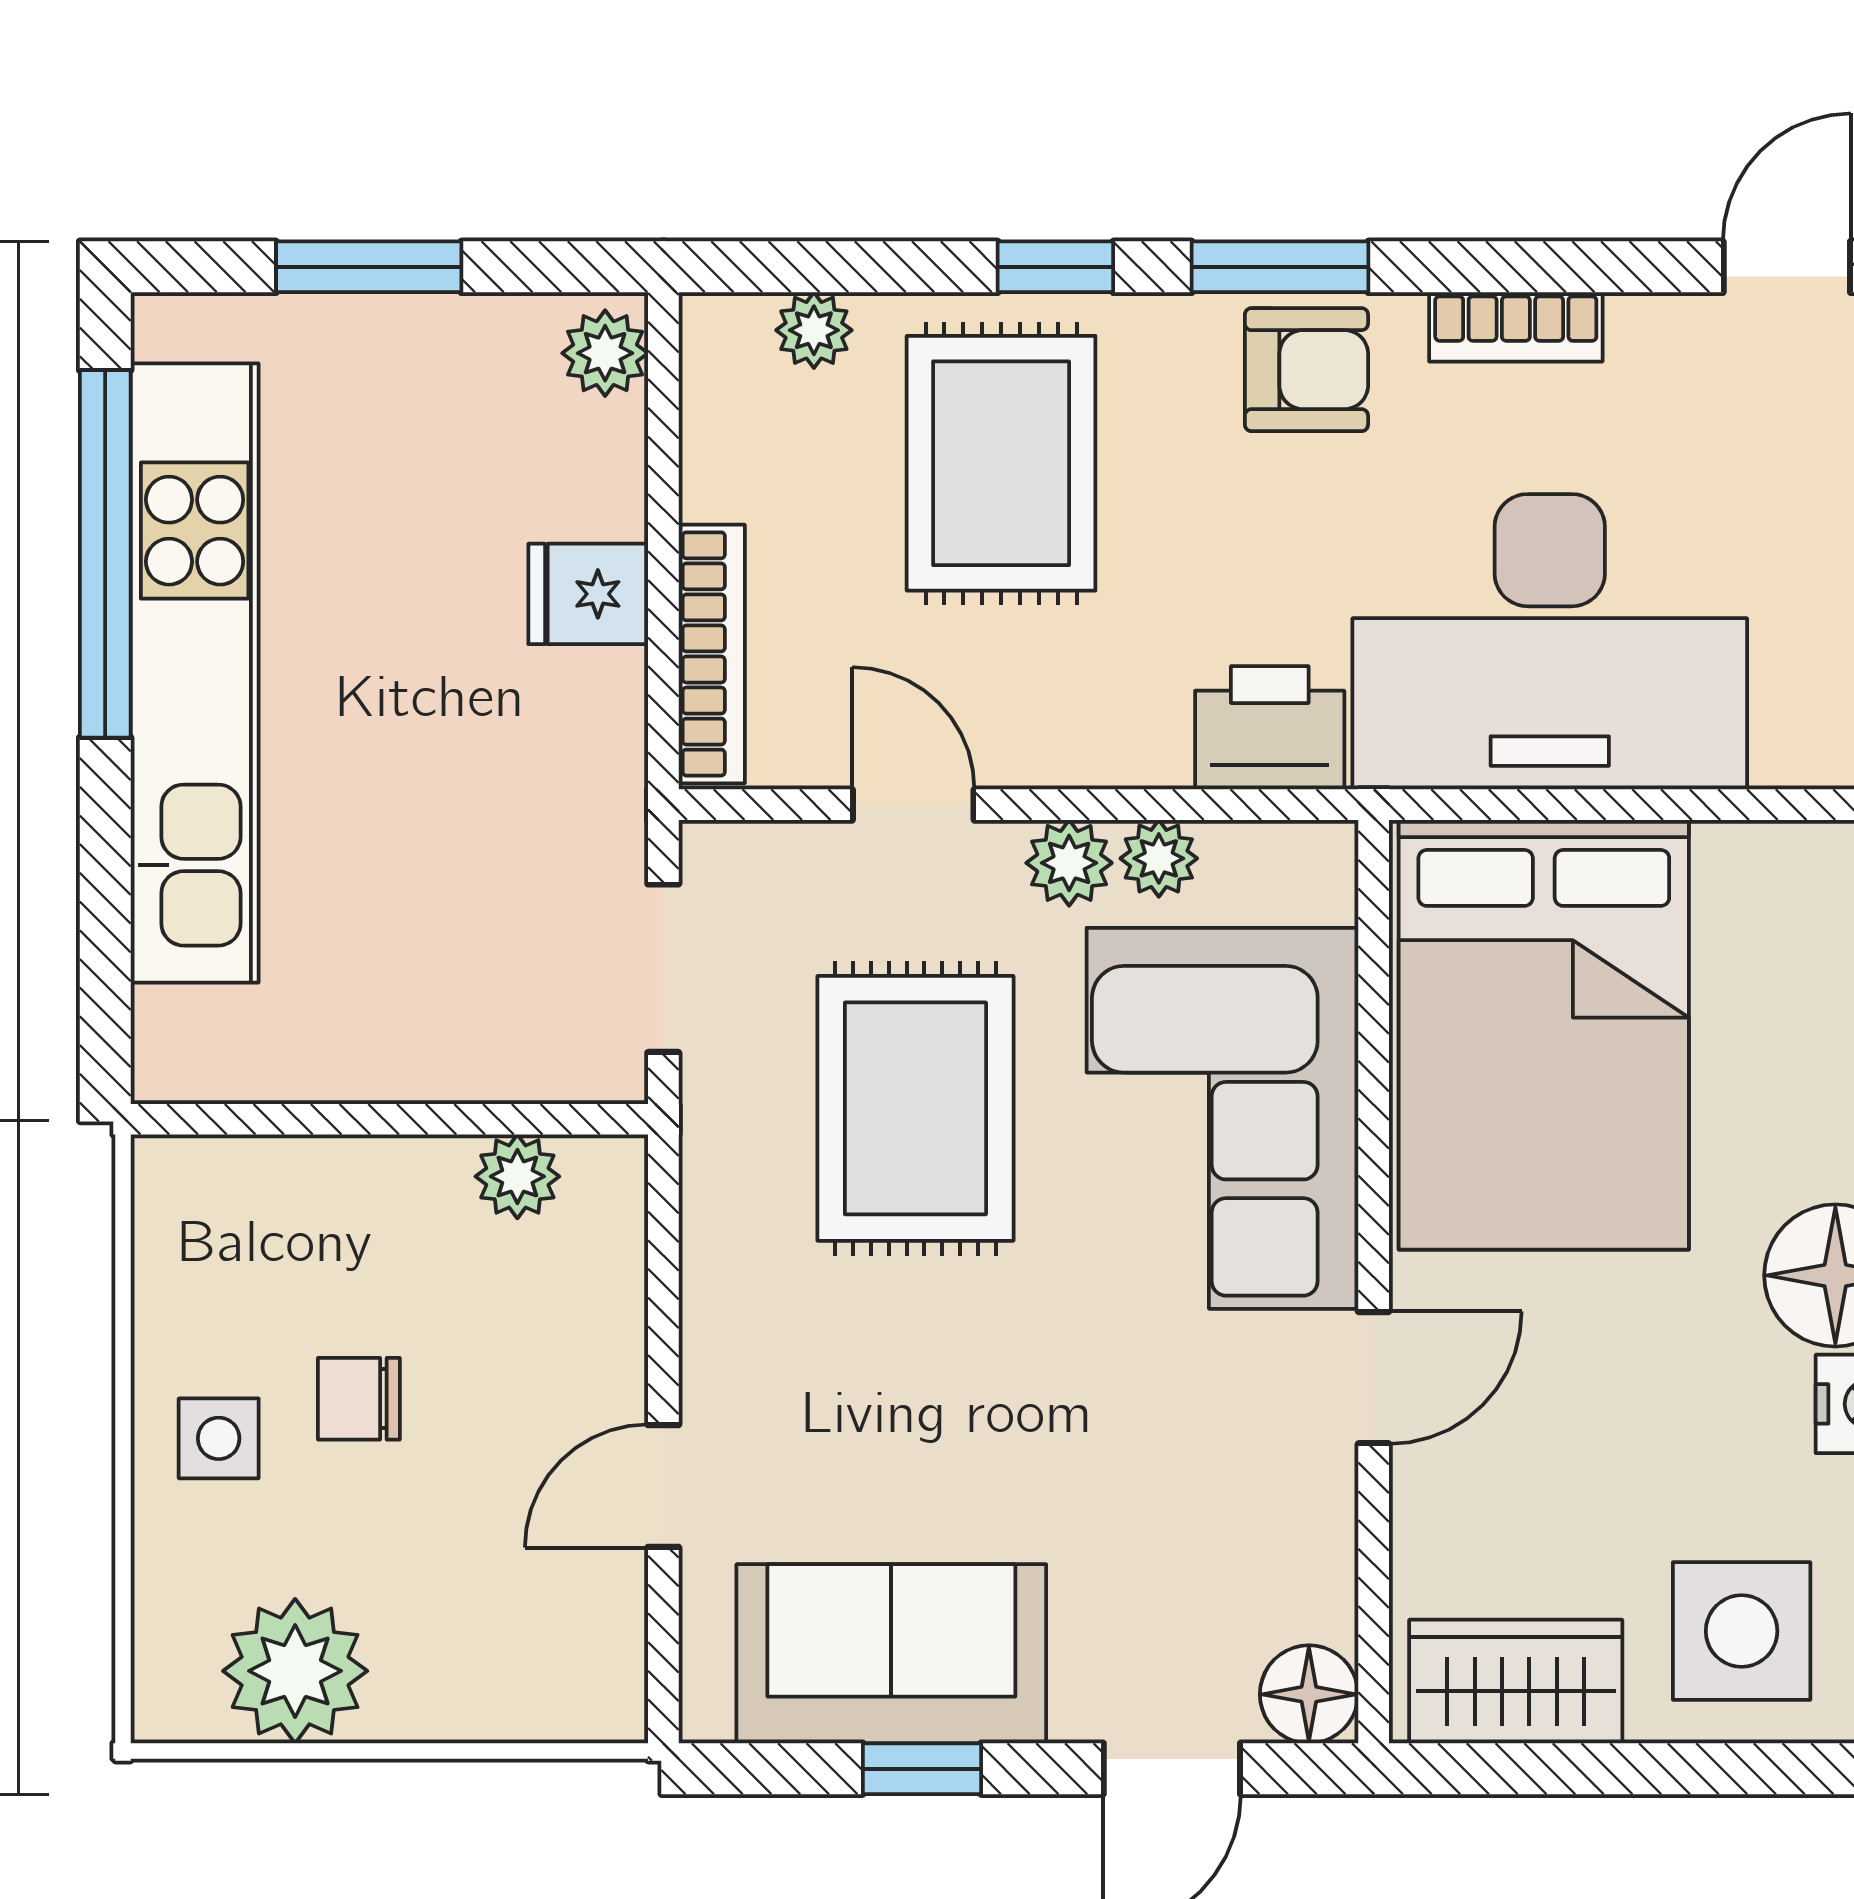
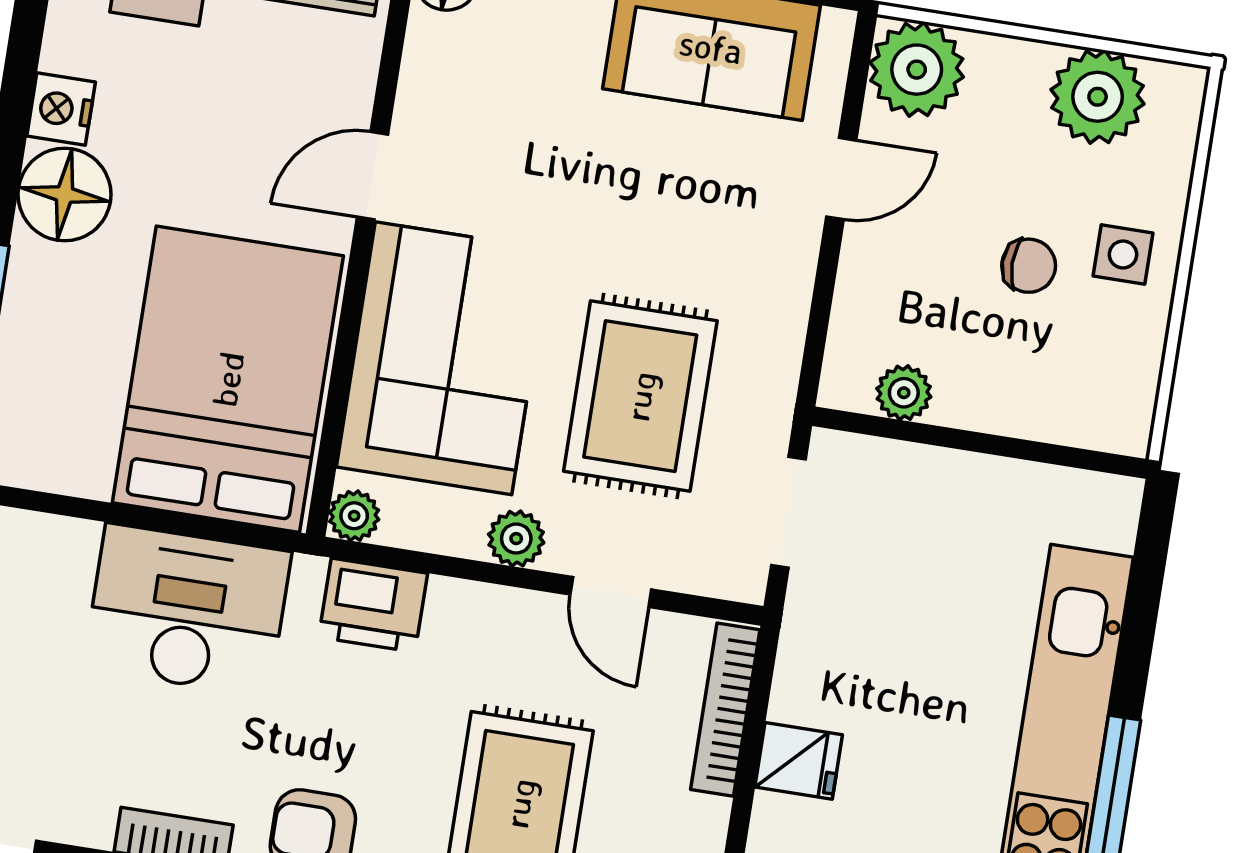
desk: (1550, 642) -> (187, 610), width x0.73, depth x0.77
plant: (1159, 858) -> (354, 516), moved
plant: (575, 1669) -> (917, 70), added

